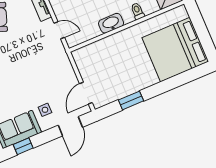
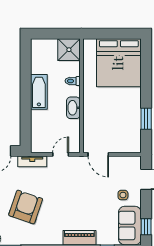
door: (86, 93) -> (98, 154), moved

